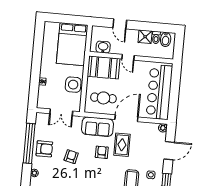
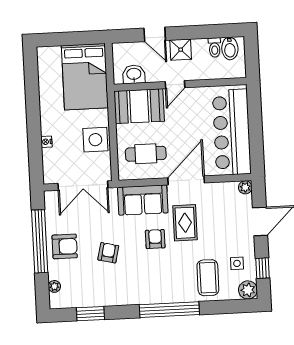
shower: (145, 37) -> (181, 50), moved
door: (128, 57) -> (175, 85), hinge flipped
double door: (61, 112) -> (83, 186), width x1.37

